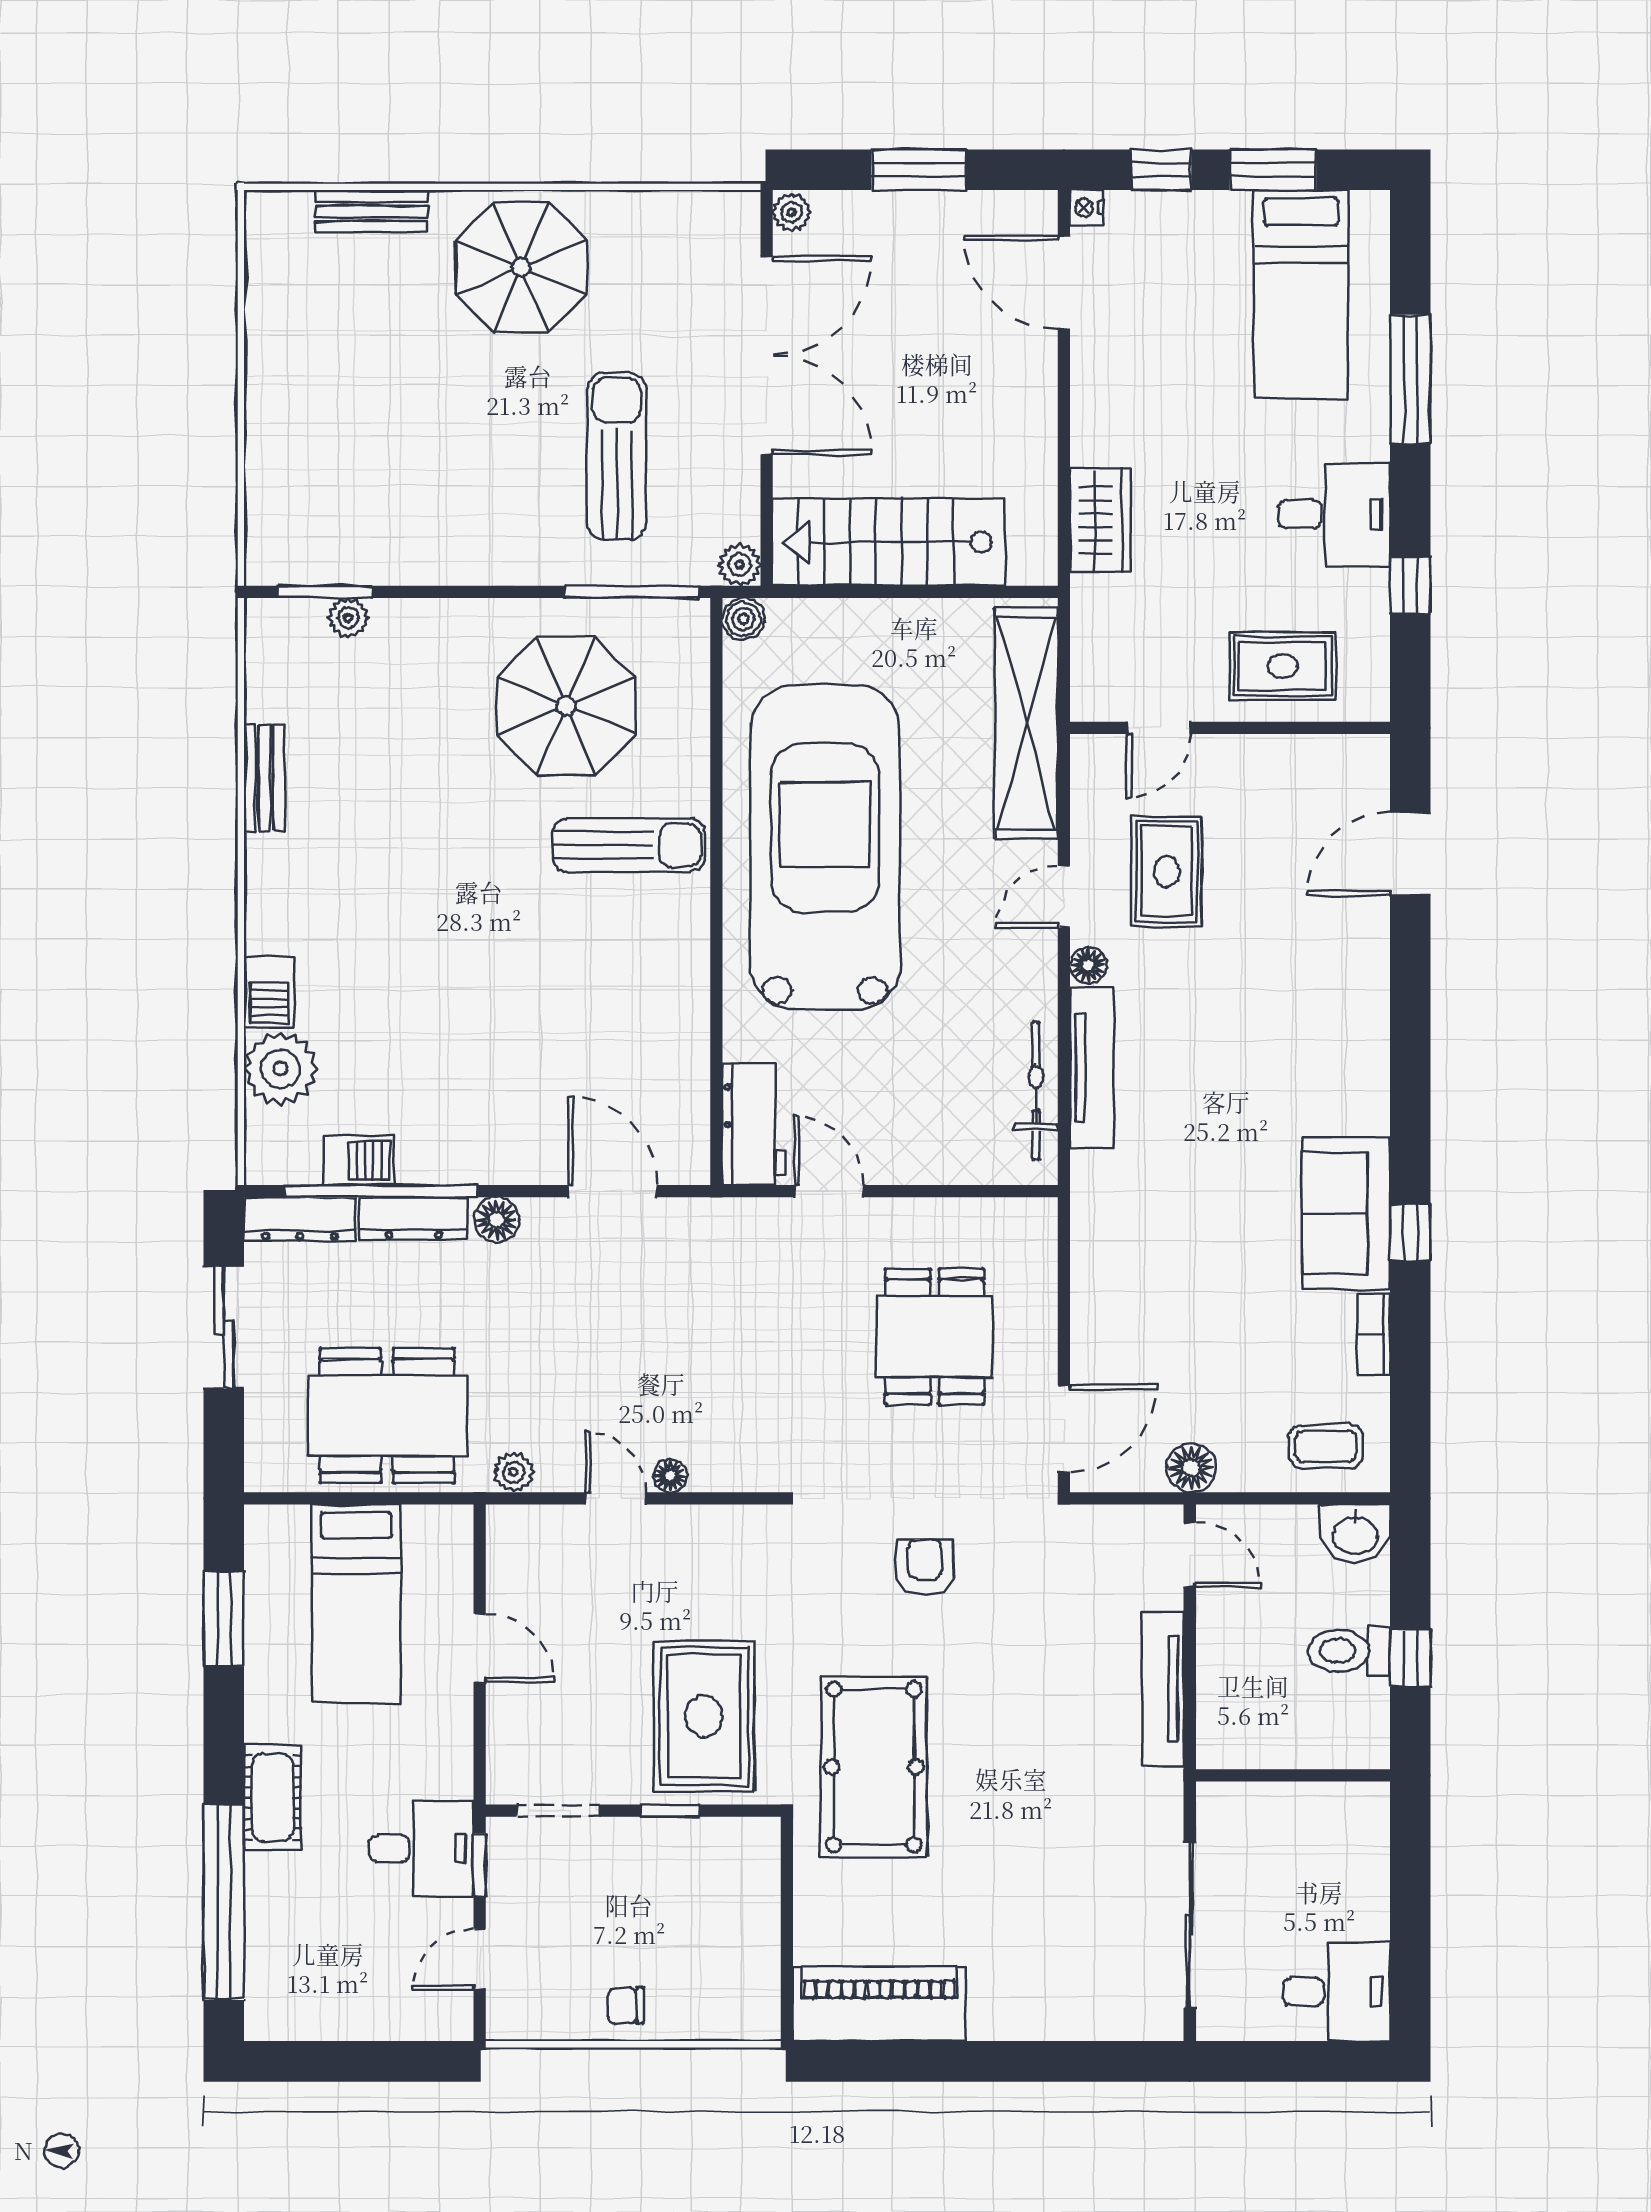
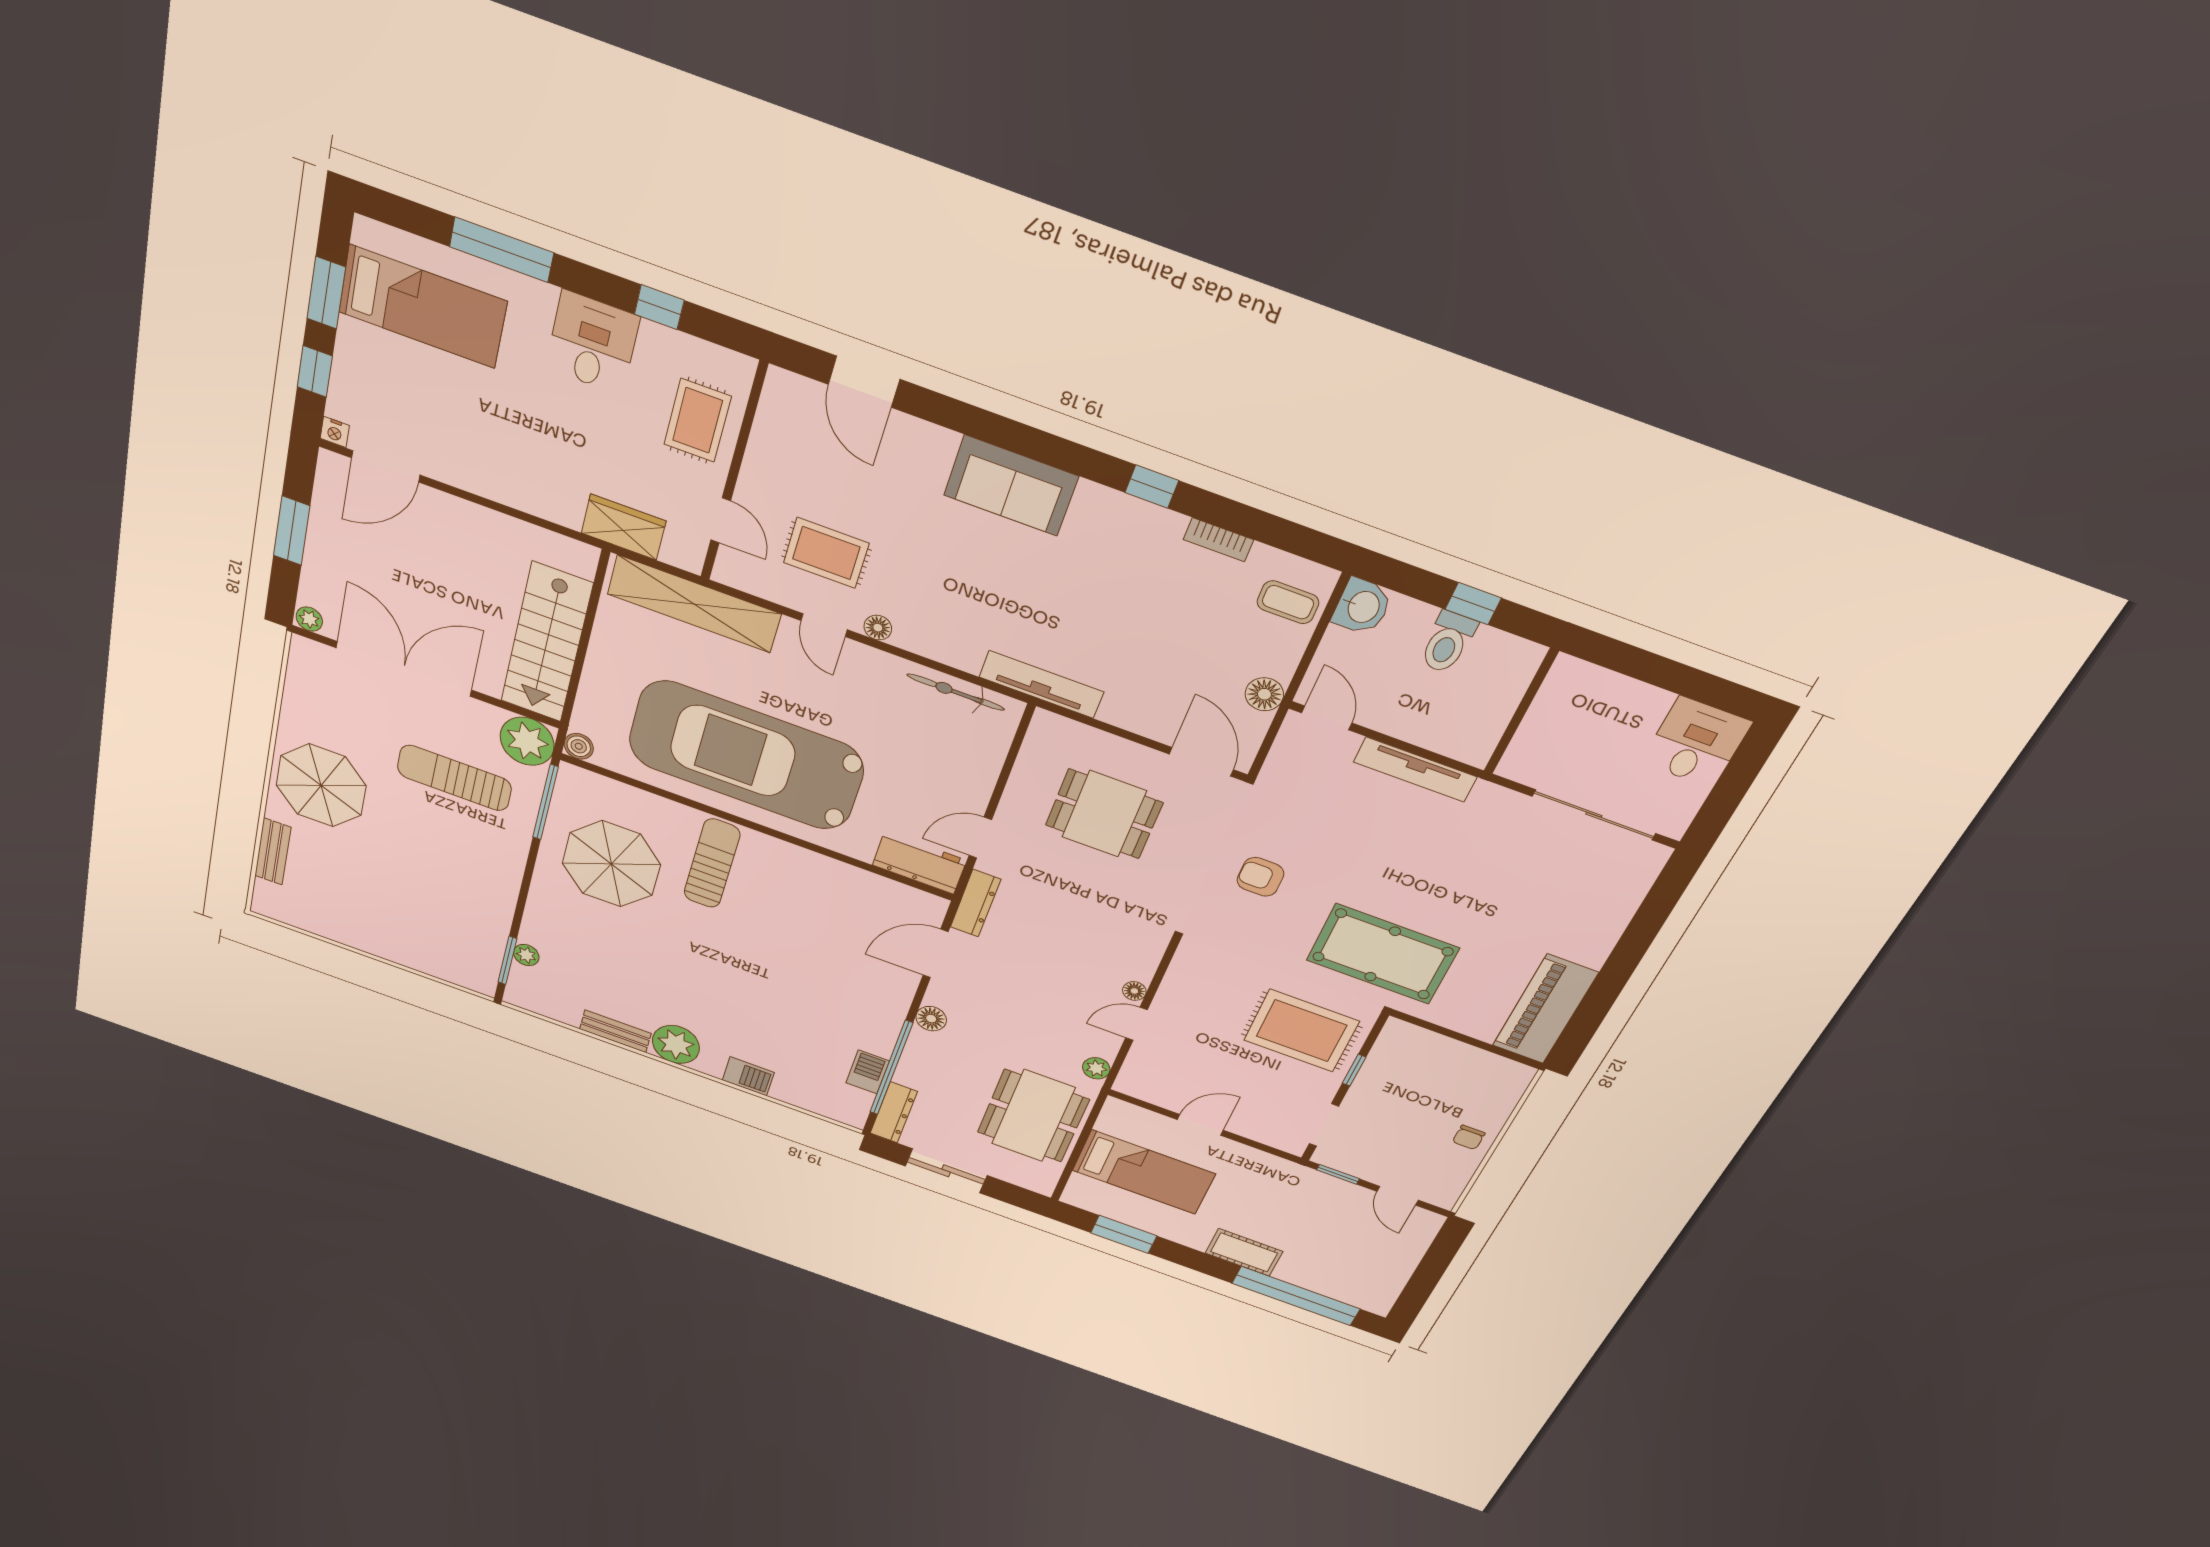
wardrobe: (1100, 520) -> (624, 527), moved
plant: (740, 565) -> (527, 741), width x1.87, depth x1.87
tv unit: (1092, 1068) -> (1041, 684), moved
plant: (281, 1069) -> (676, 1044), moved
sofa: (1346, 1214) -> (1011, 486), moved
dresser: (414, 1218) -> (976, 903), moved
coffee table: (1326, 1446) -> (1288, 602), turned 90
door: (1190, 1555) -> (1327, 718), hinge flipped
desk: (422, 1849) -> (1313, 1197), removed

